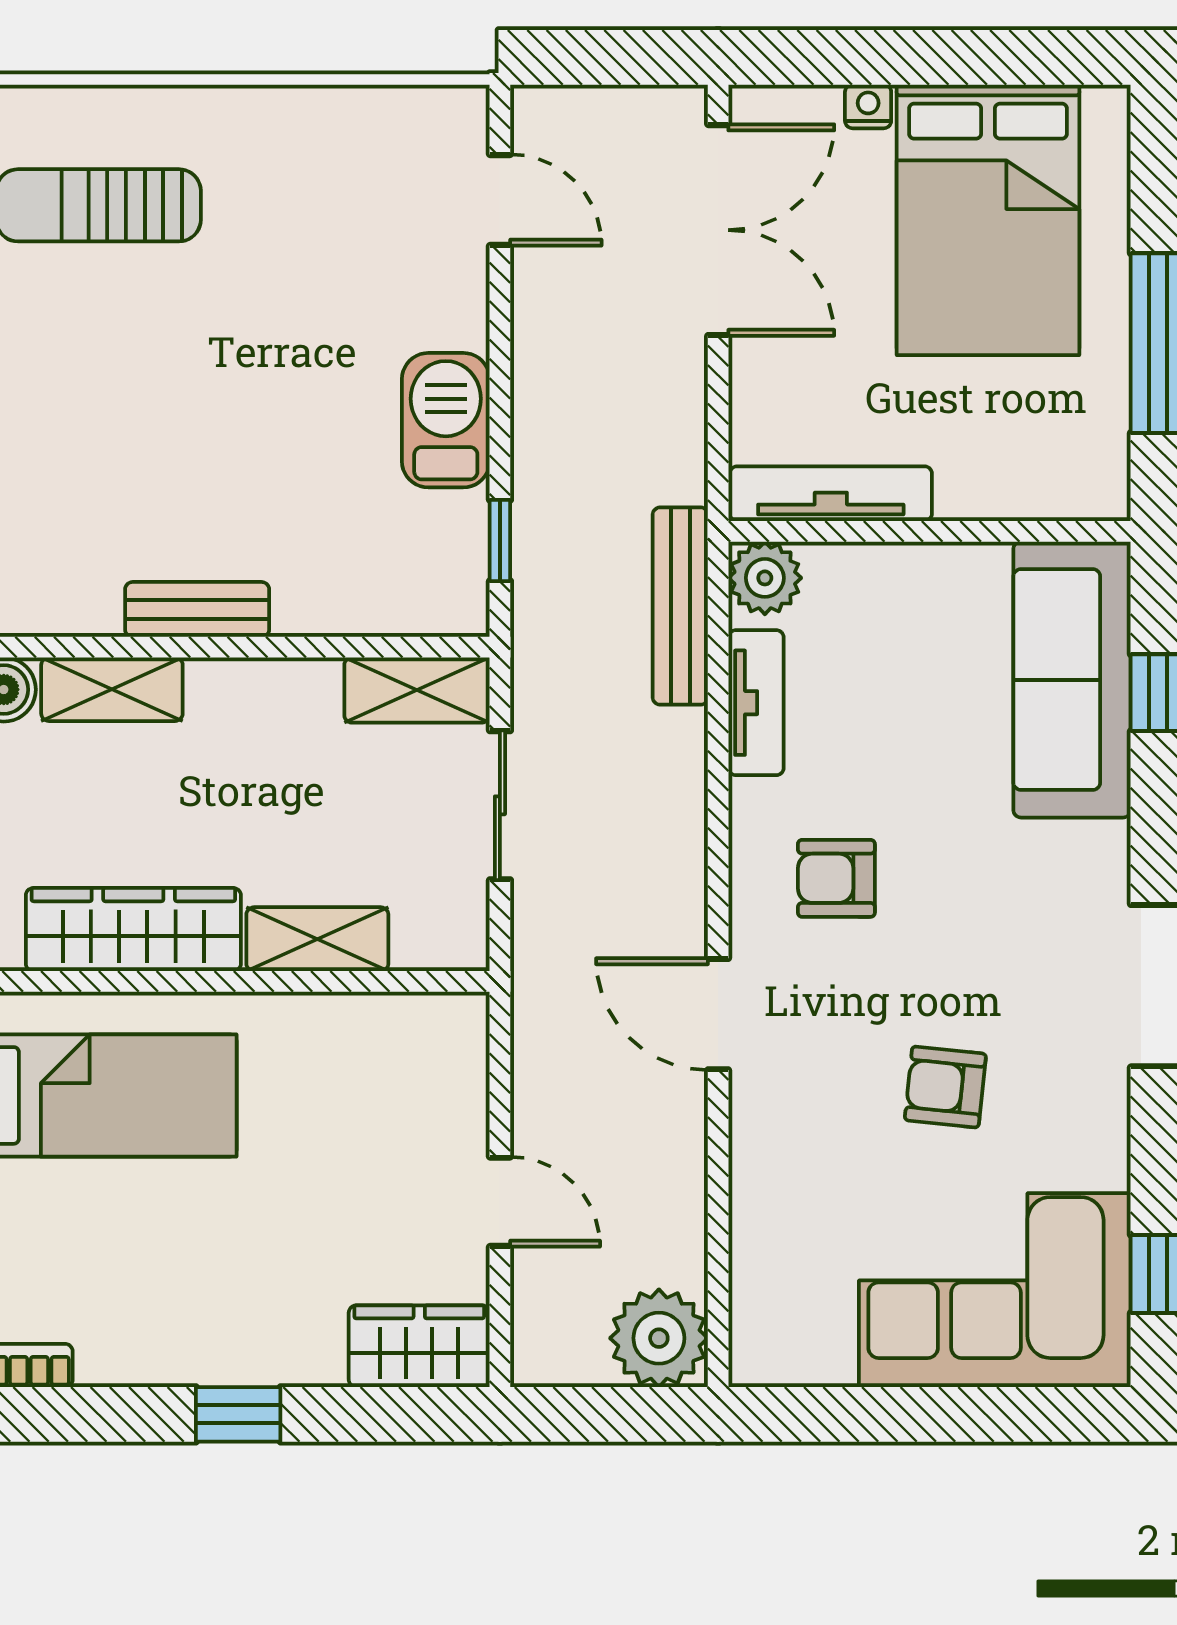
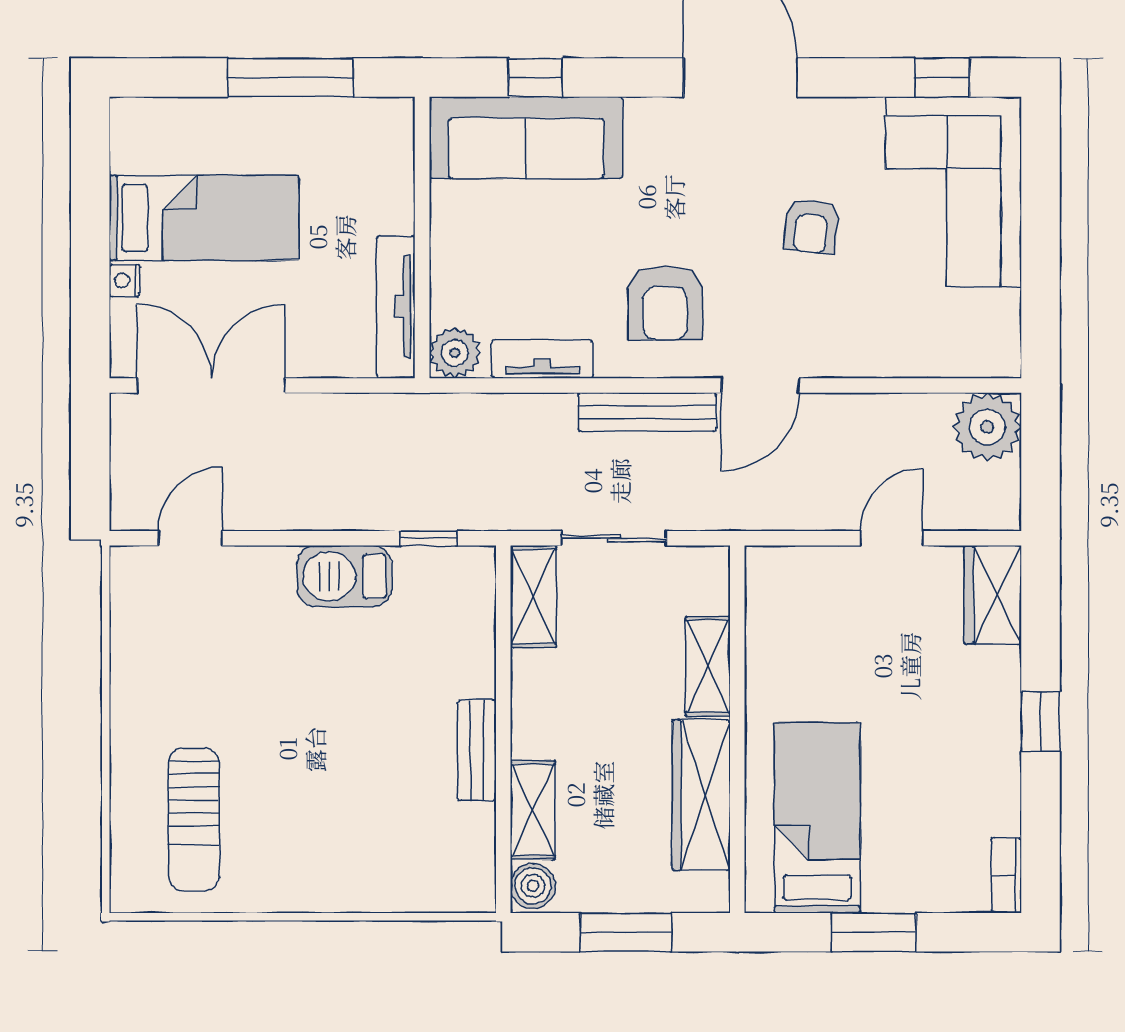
bed: (988, 220) -> (204, 218), width x0.67
bench: (680, 606) -> (647, 412), moved
armchair: (836, 878) -> (665, 303), width x1.38, depth x1.38

